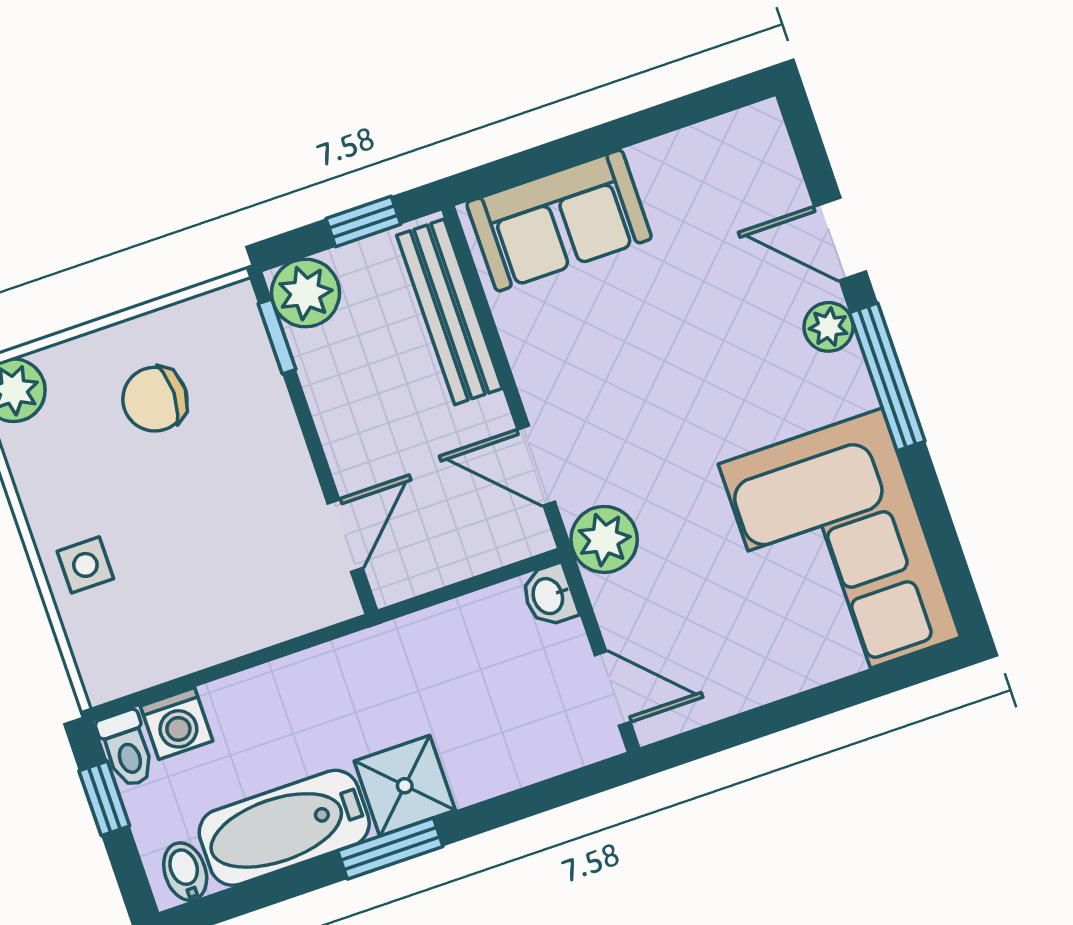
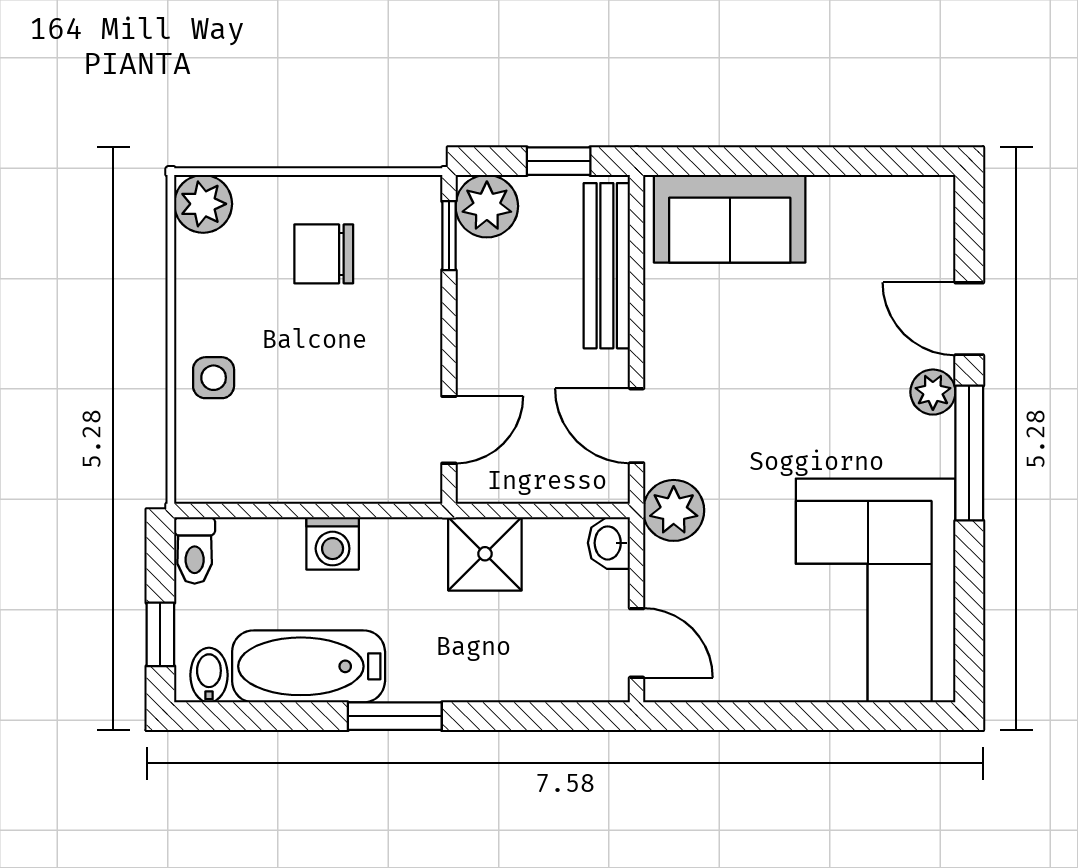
washing machine: (177, 724) -> (333, 543), moved
shower: (405, 786) -> (485, 554), moved
window: (104, 798) -> (160, 634), moved

